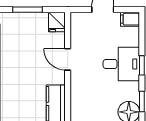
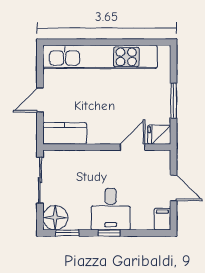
door: (68, 59) -> (132, 147), moved

